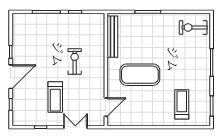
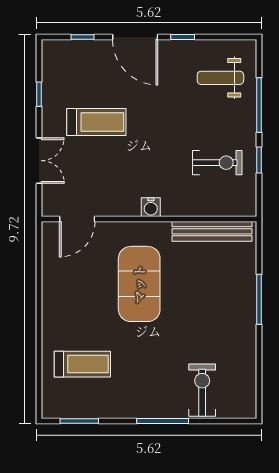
exercise bike: (193, 27) -> (202, 390), moved
weight bench: (32, 32) -> (220, 78), added
exercise bike: (75, 62) -> (217, 163), moved
water cooler: (100, 69) -> (151, 207), added
treadmill: (55, 97) -> (96, 122), turned 180
door: (106, 107) -> (77, 219), hinge flipped

